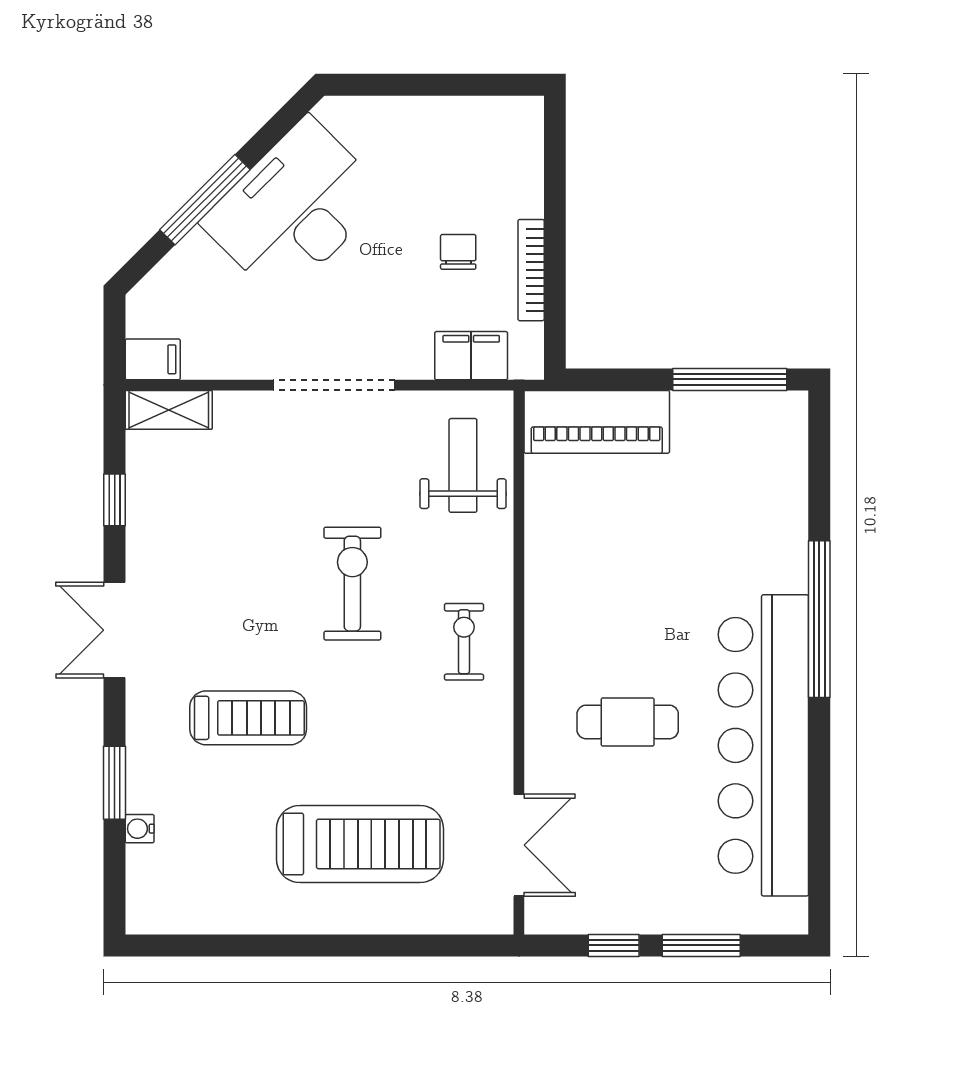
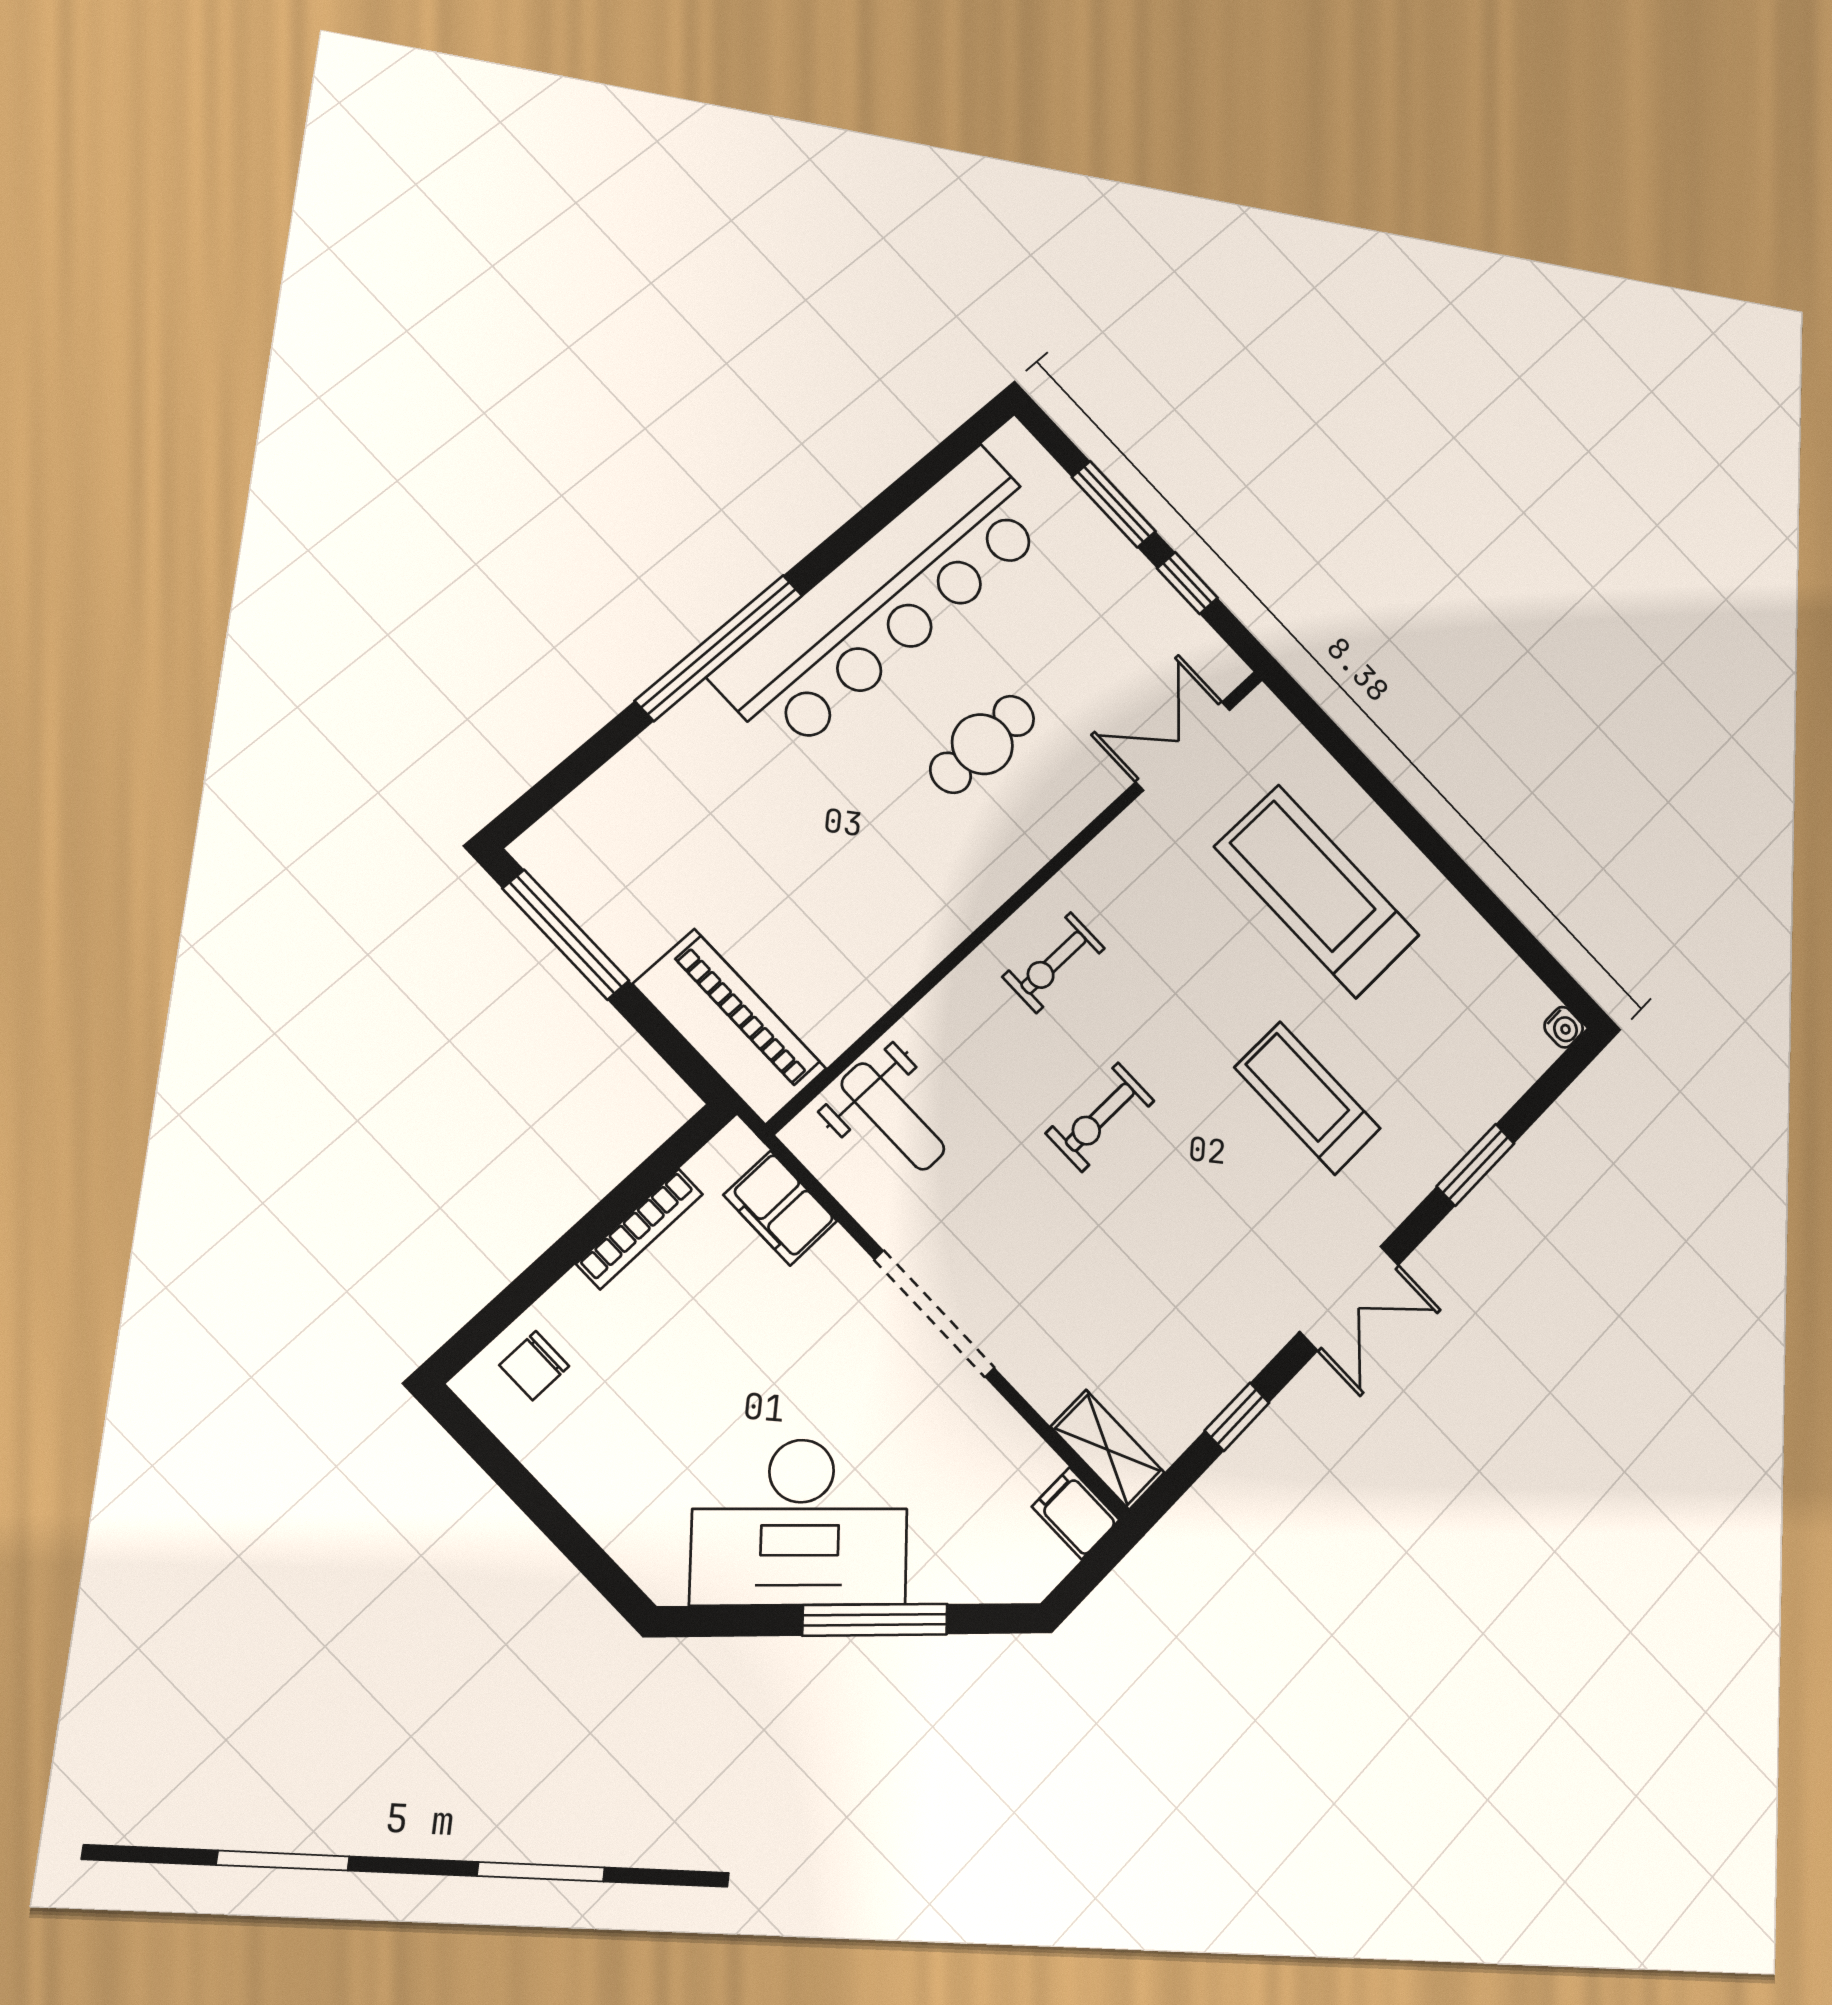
chair: (458, 252) -> (534, 1366), moved
weight bench: (463, 465) -> (893, 1116), turned -90
exercise bike: (352, 584) -> (1100, 1117), width x0.73, depth x0.72
cafe table: (628, 722) -> (982, 744), turned 90
water cooler: (140, 829) -> (1564, 1027), moved

